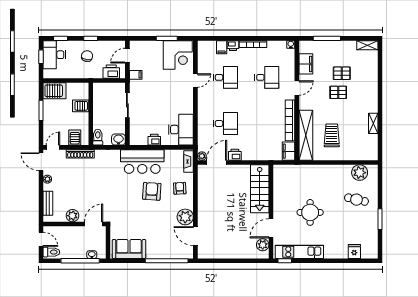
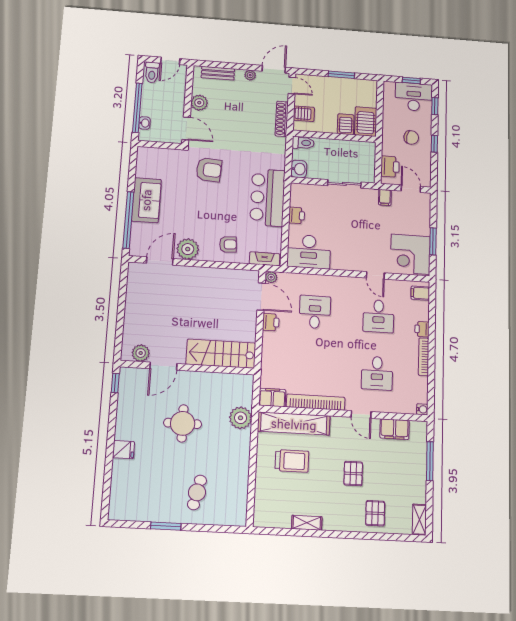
filing cabinet: (222, 47) -> (420, 293), moved
pallet: (342, 73) -> (375, 513), moved
server rack: (55, 91) -> (366, 122), moved, turned 180
desk: (225, 123) -> (315, 312), turned 180
plant: (360, 173) -> (241, 418), moved
armchair: (152, 191) -> (209, 170), moved
door: (271, 228) -> (163, 366), swing flipped
sofa: (129, 249) -> (146, 200), moved
fridge: (354, 251) -> (124, 450), moved
kitchen unit: (299, 252) -> (127, 405), removed

